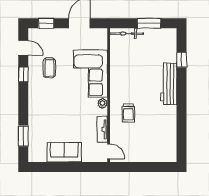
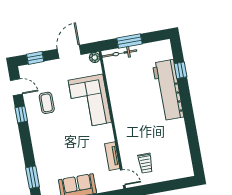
window: (149, 23) -> (129, 41), moved
workbench: (169, 84) -> (168, 90), width x1.36, depth x1.32
plant: (102, 103) -> (95, 58), moved
trolley: (128, 113) -> (145, 163), moved

